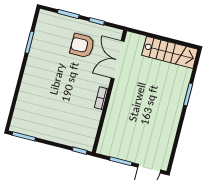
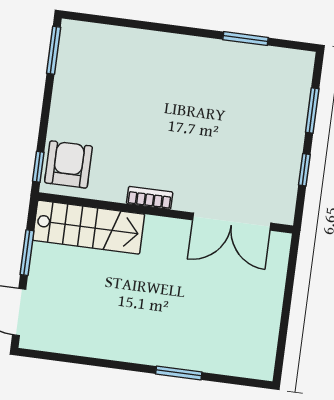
armchair: (82, 46) -> (69, 164), moved
stairs: (170, 52) -> (89, 227), moved, turned -90
double door: (118, 60) -> (232, 222), swing flipped

